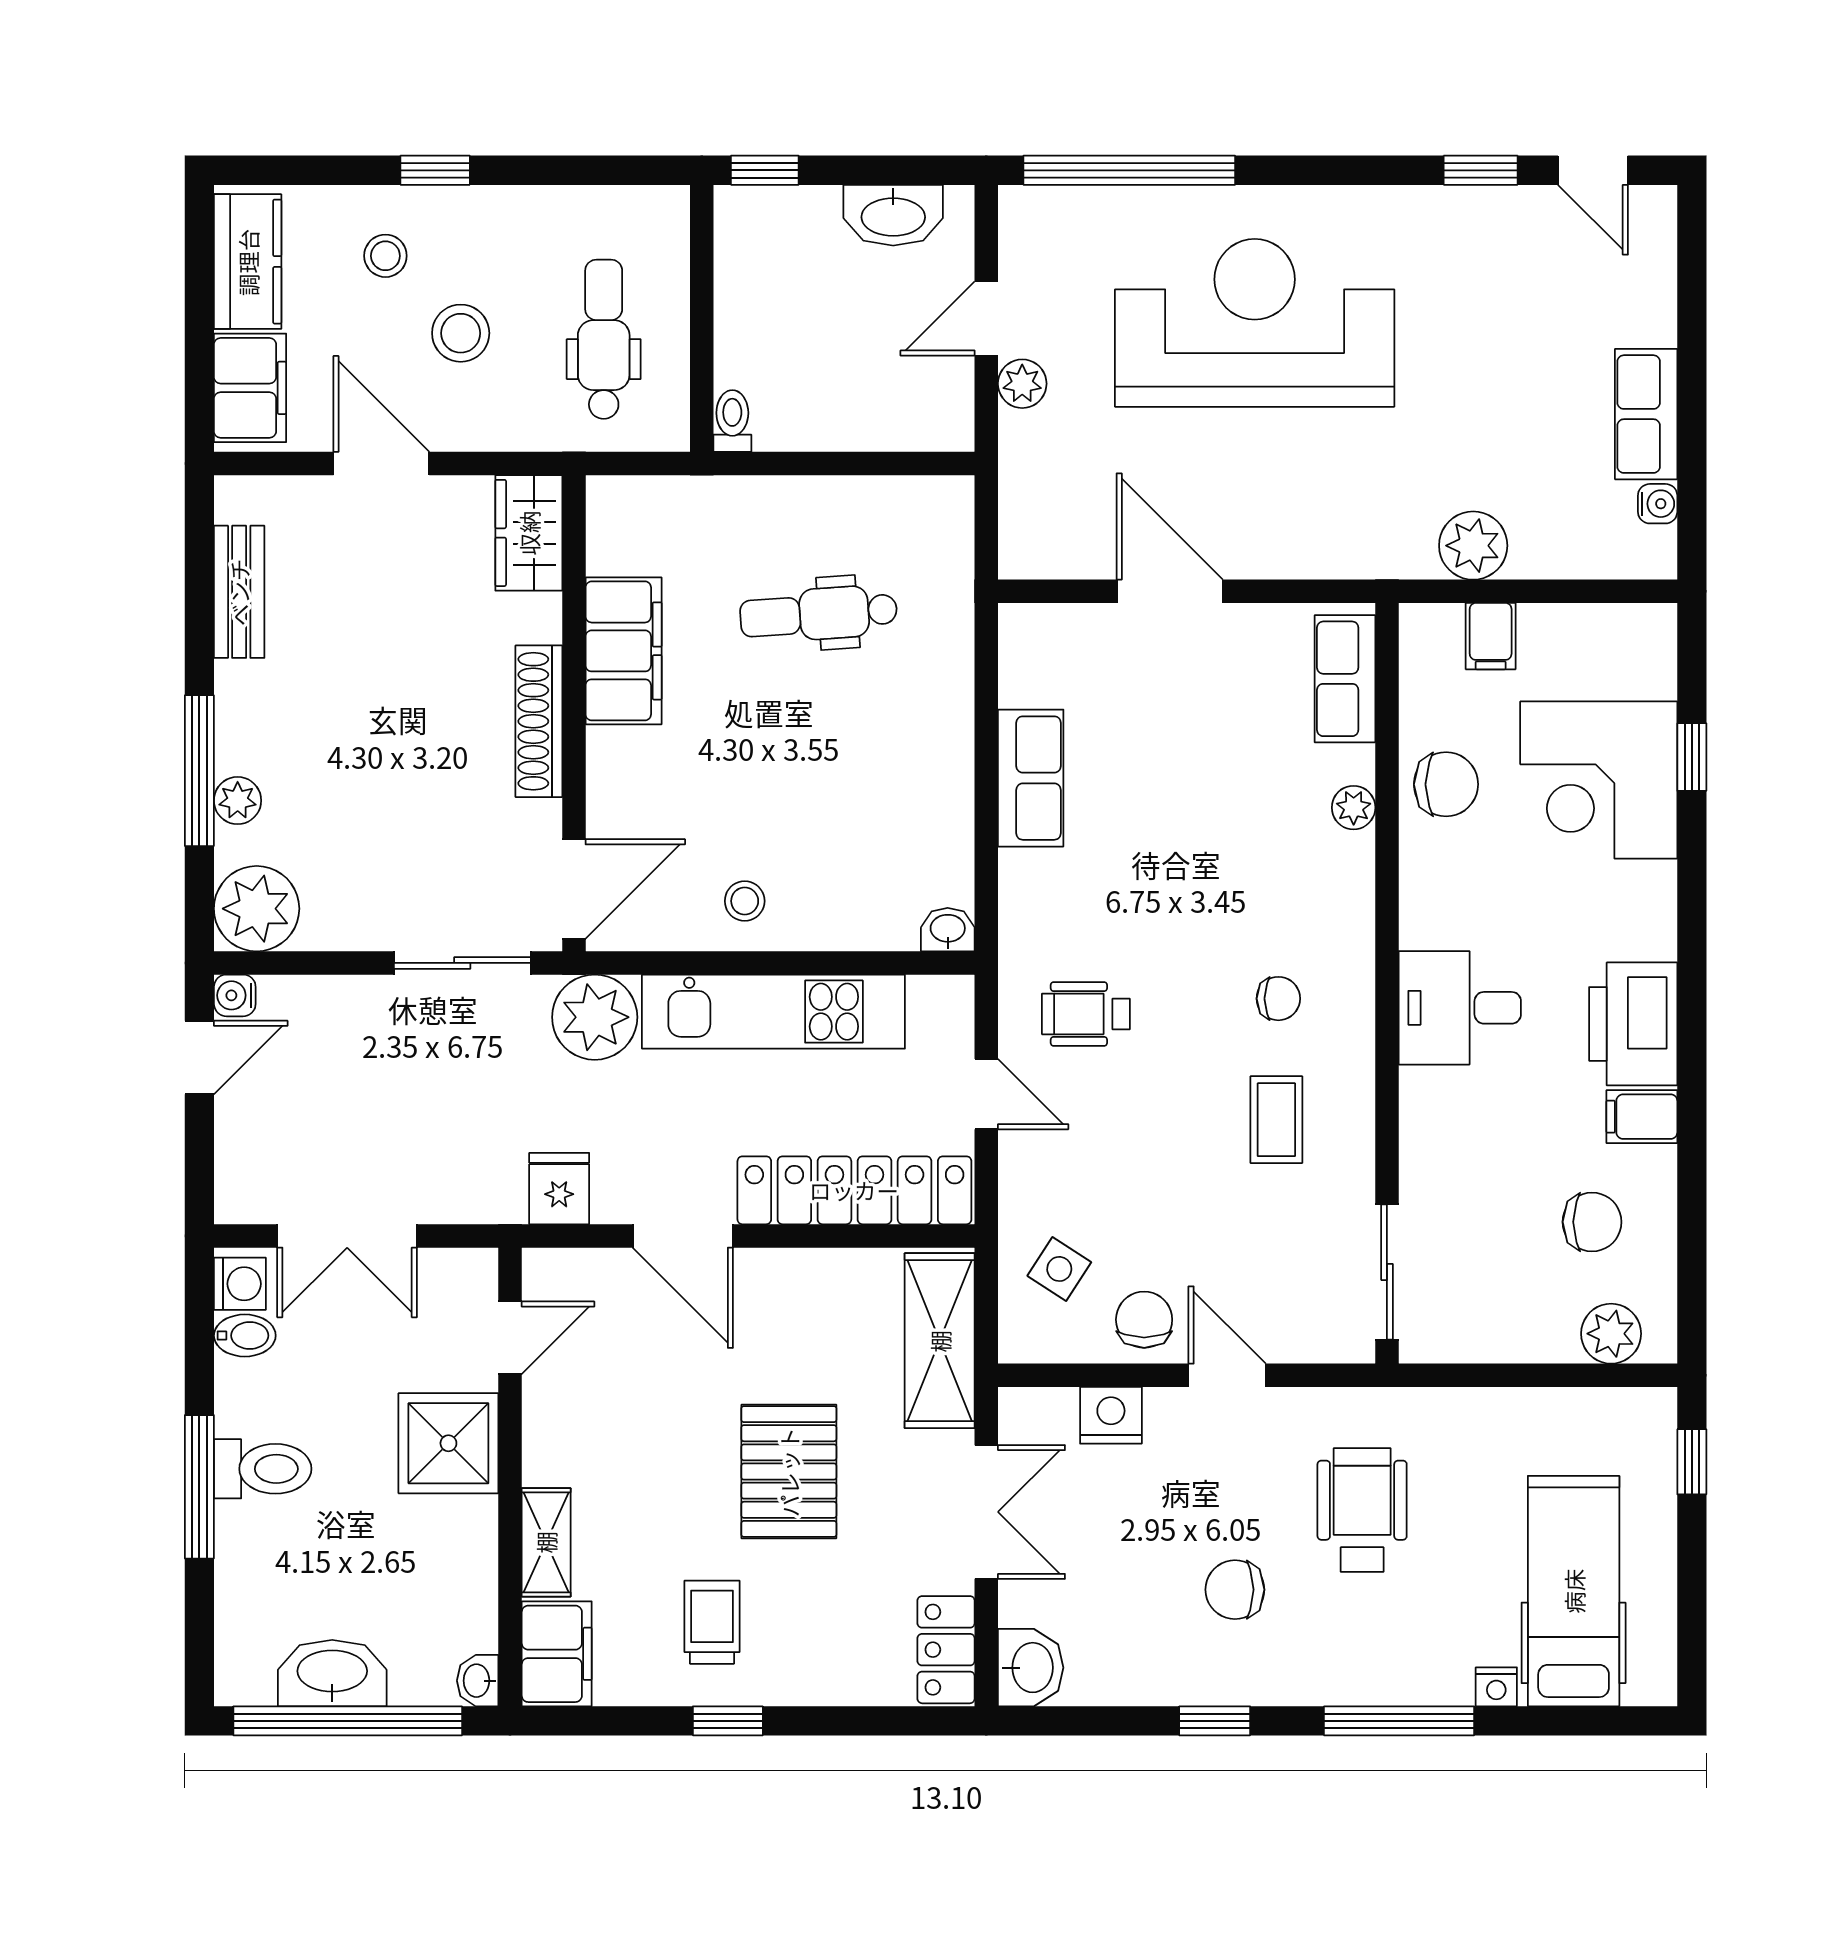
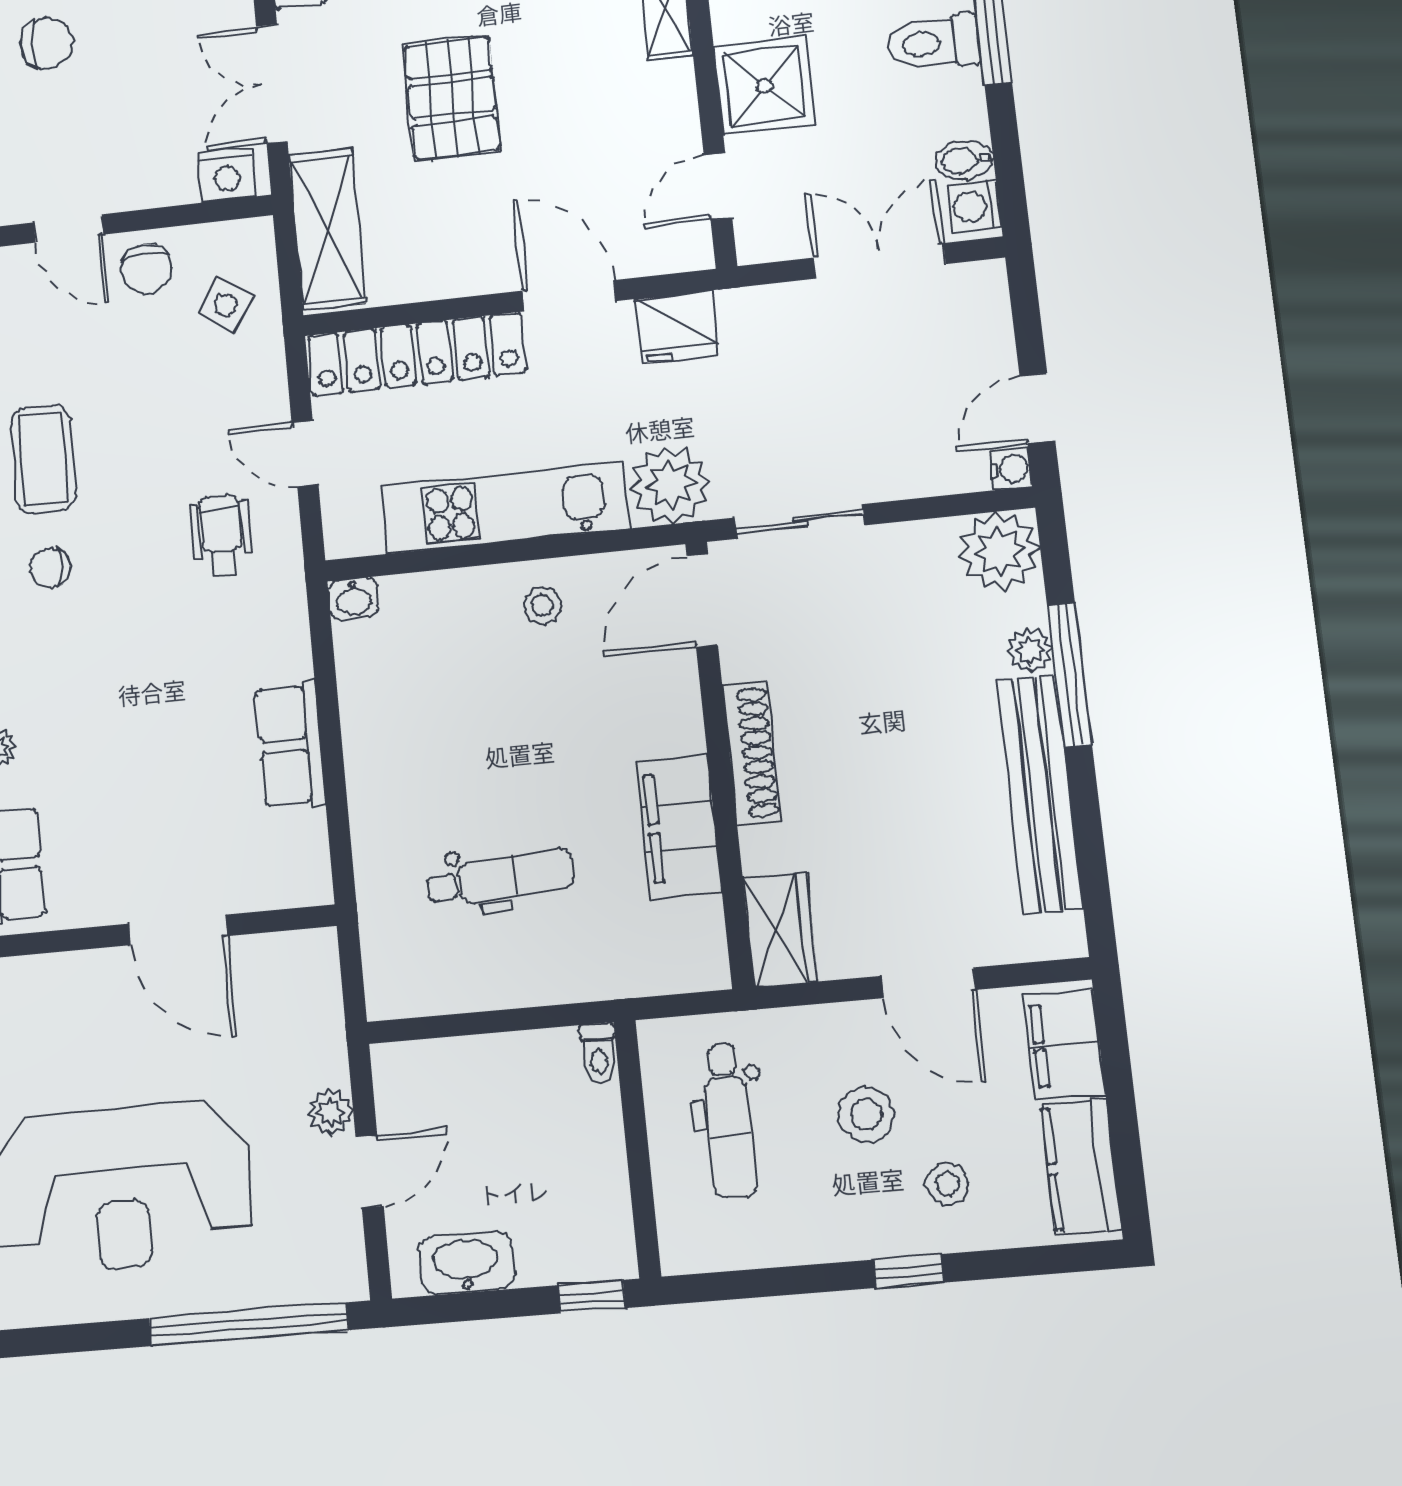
bench: (239, 592) -> (1040, 794), width x1.86, depth x1.21
wheelchair: (1086, 1014) -> (221, 535), turned -90
coffee table: (1276, 1120) -> (43, 459), width x1.36, depth x1.30
fridge: (559, 1189) -> (676, 327), width x1.38
nightstand: (1111, 1415) -> (227, 174), moved

